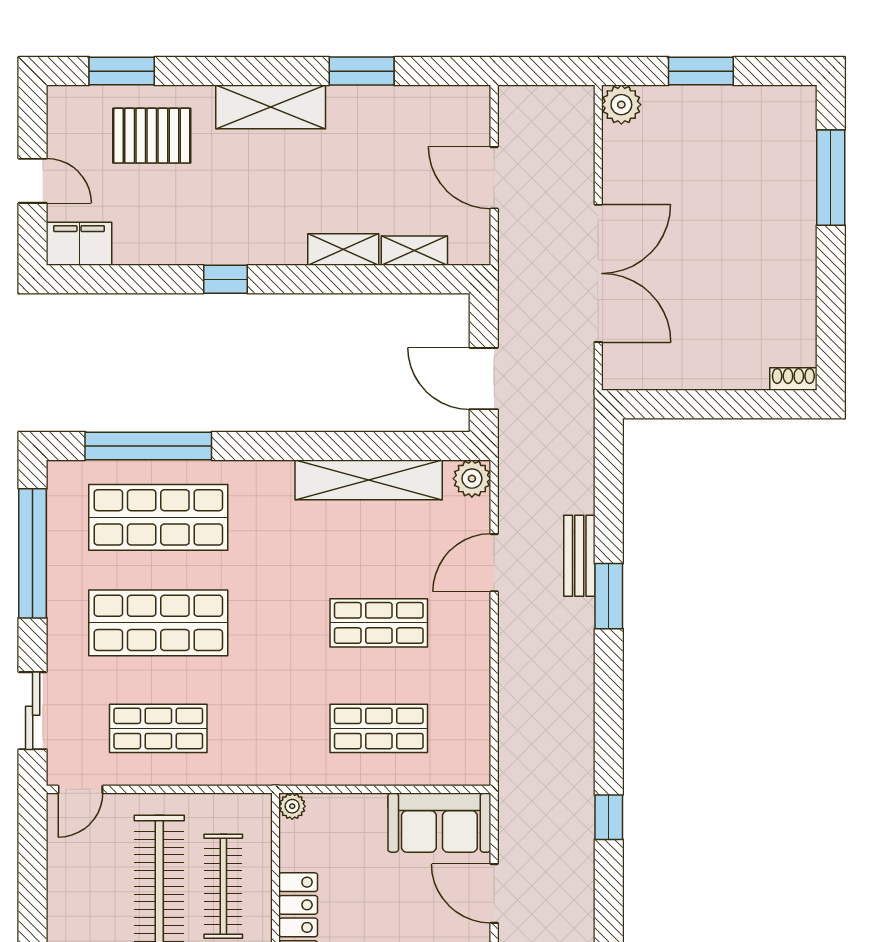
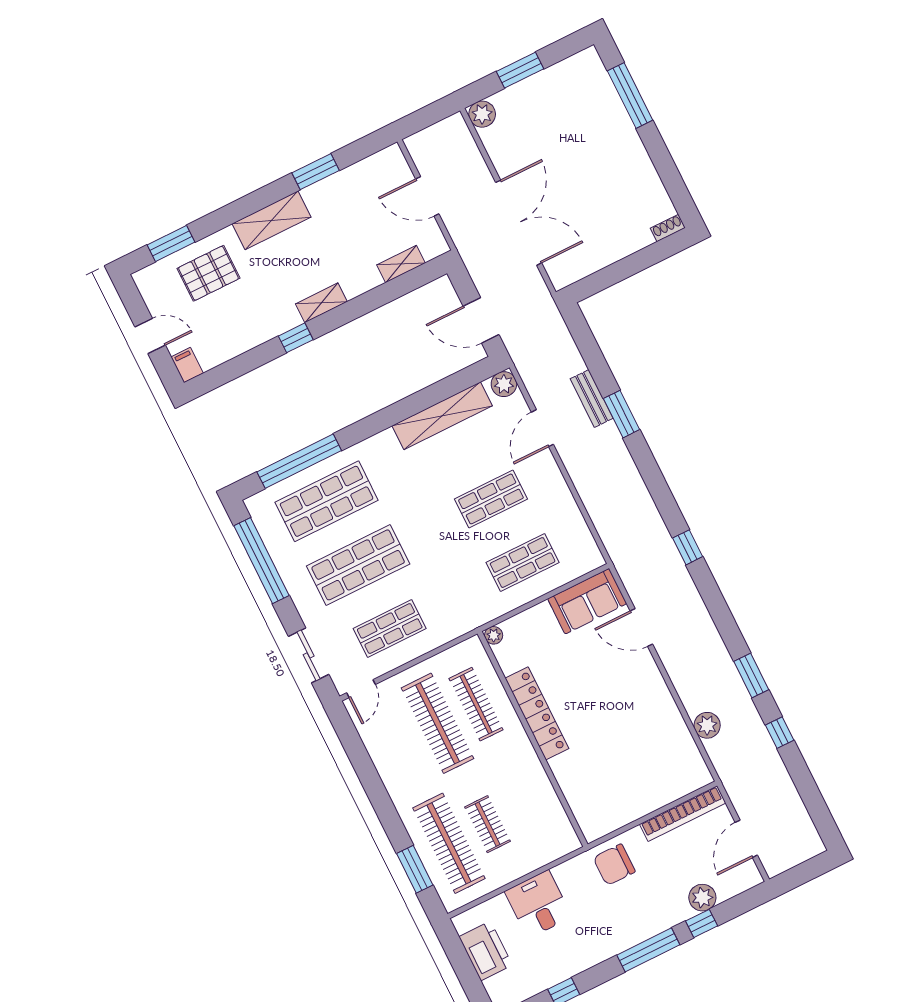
filing cabinet: (79, 244) -> (187, 365), width x0.50
shelving: (343, 250) -> (321, 303), moved

